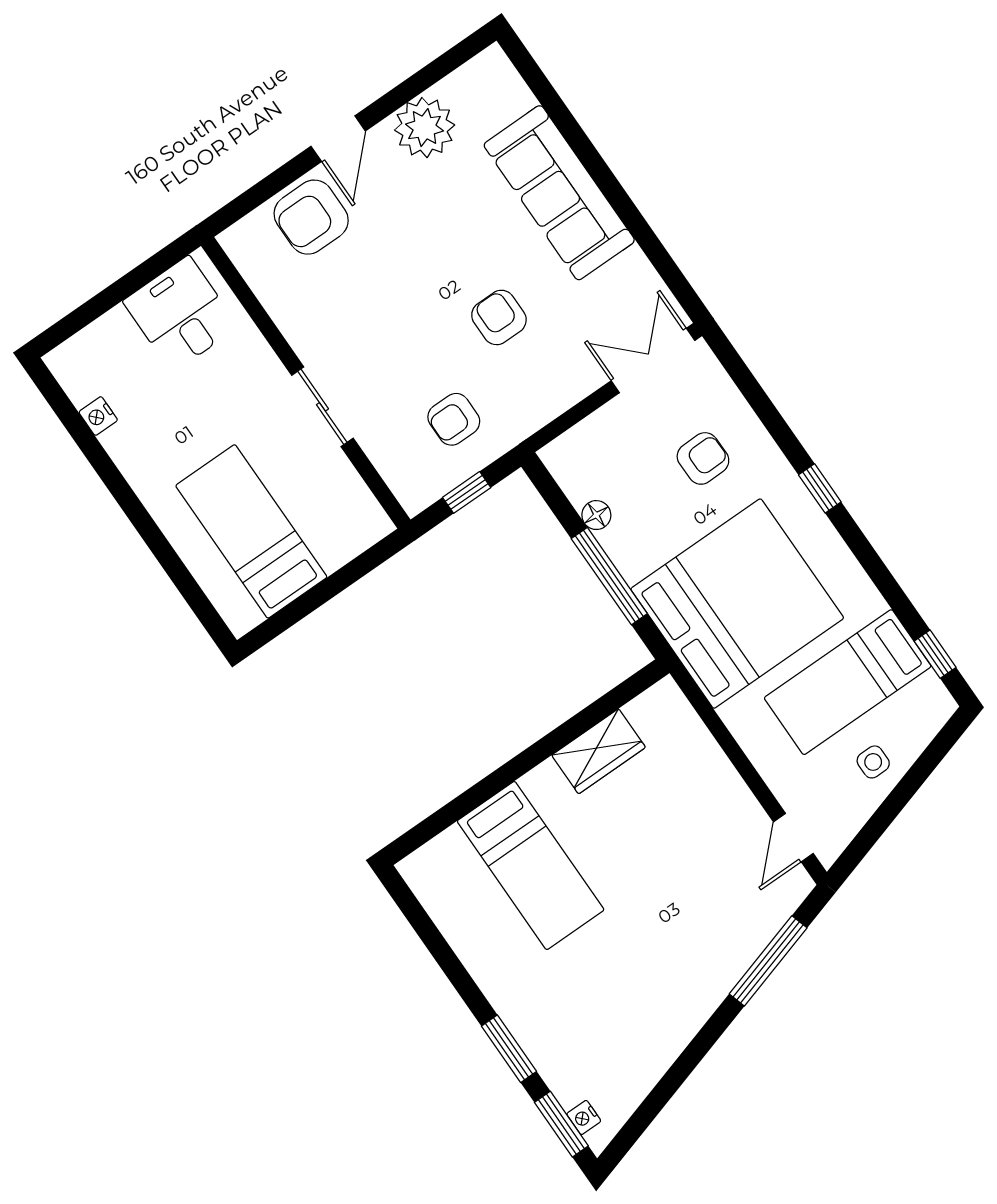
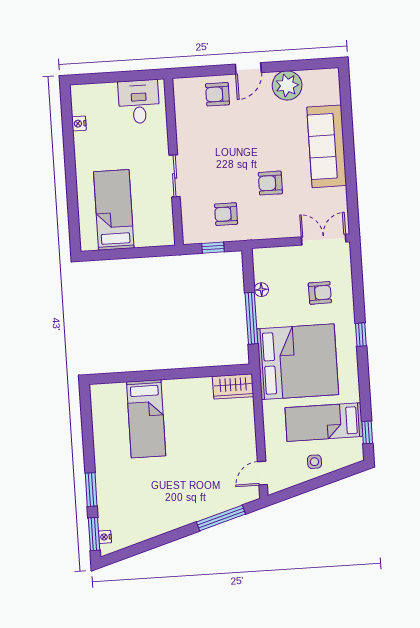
armchair: (311, 217) -> (217, 94), width x0.72, depth x0.72
armchair: (499, 317) -> (270, 183), turned -90
wardrobe: (599, 751) -> (233, 386), moved

